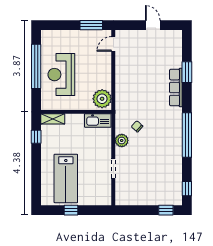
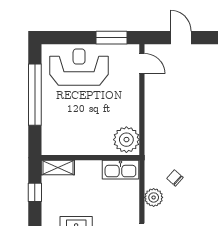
door: (153, 25) -> (181, 38), moved
door: (113, 44) -> (142, 64), swing flipped
reception desk: (61, 75) -> (79, 67), moved, turned 90

